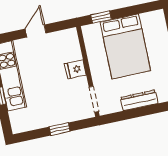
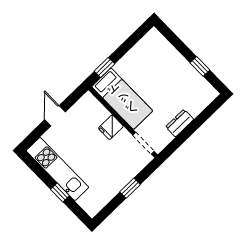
bed: (125, 46) -> (122, 99), moved, width x0.67
dresser: (139, 100) -> (180, 123), width x0.70

